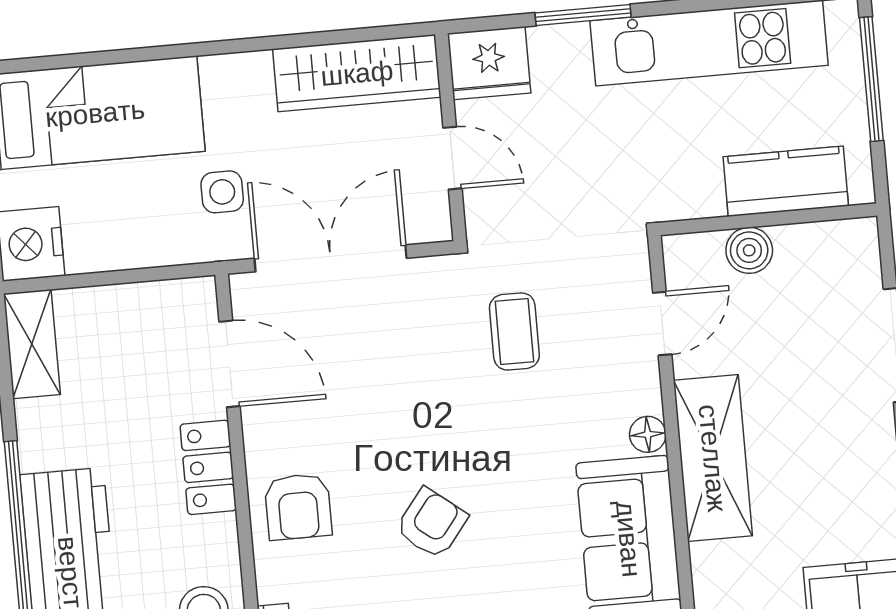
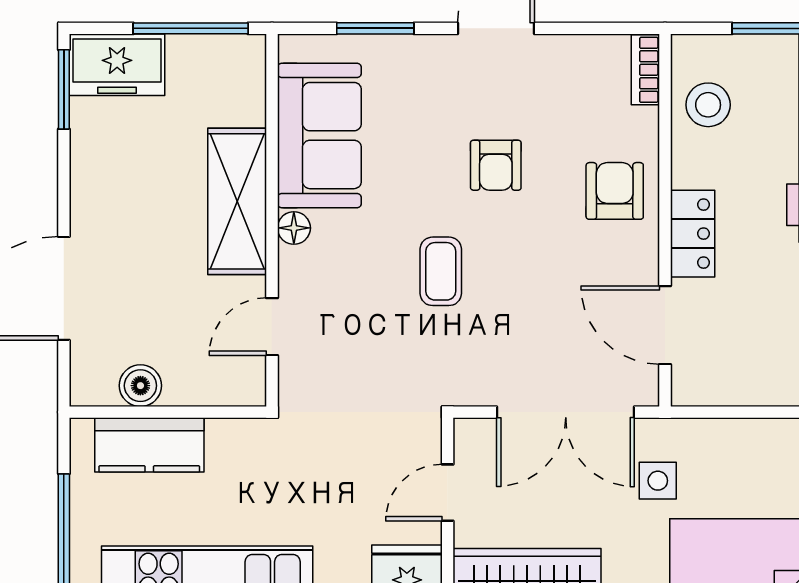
door: (452, 158) -> (448, 493), hinge flipped
boiler: (749, 250) -> (140, 386), moved
coffee table: (514, 332) -> (441, 271), moved
armchair: (432, 523) -> (496, 165), turned -38

